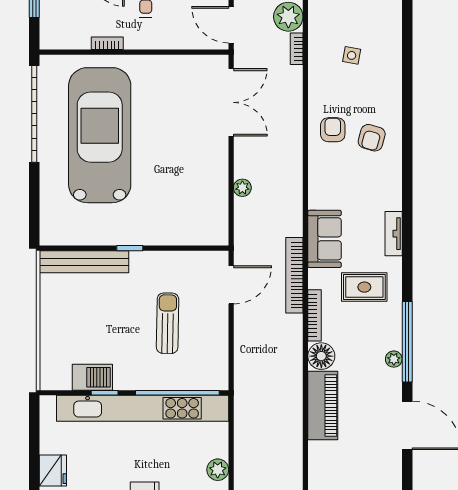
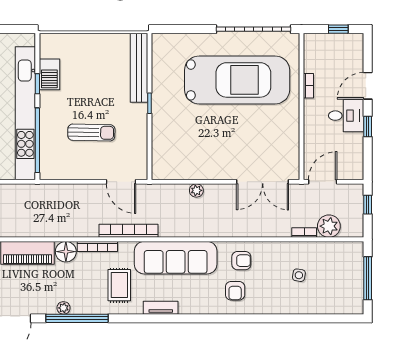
armchair: (372, 138) -> (235, 291), turned -106
sofa: (324, 239) -> (176, 258), width x1.85, depth x1.27

